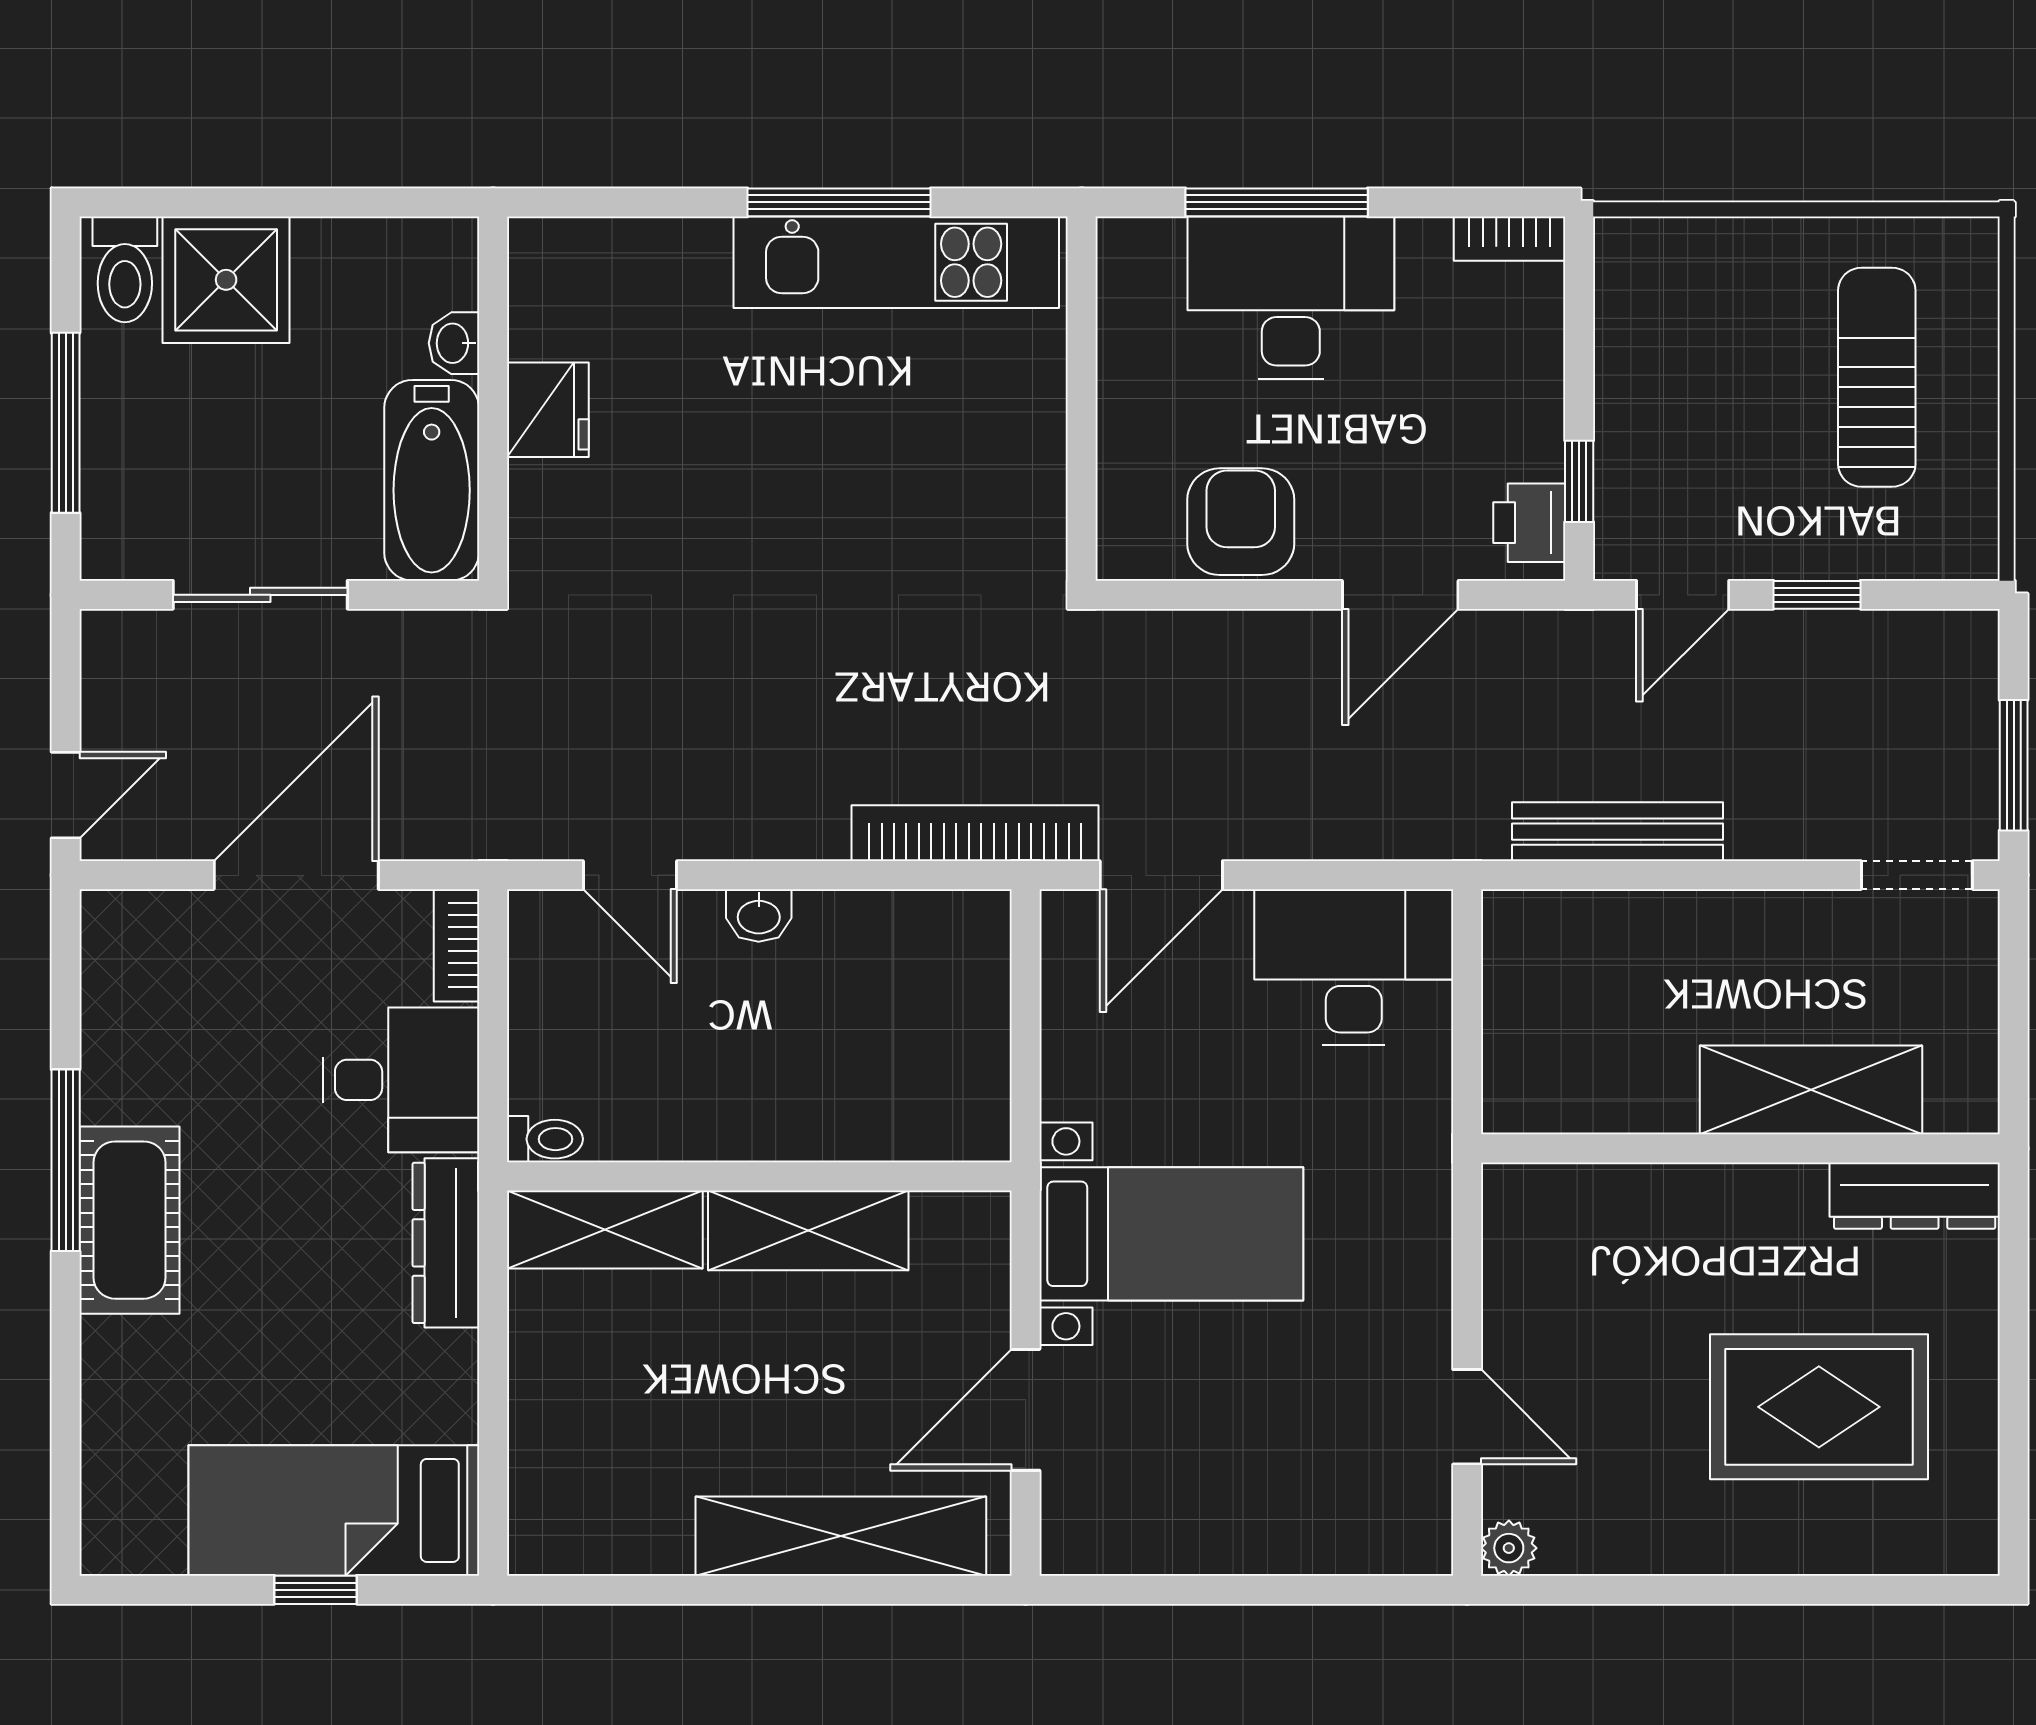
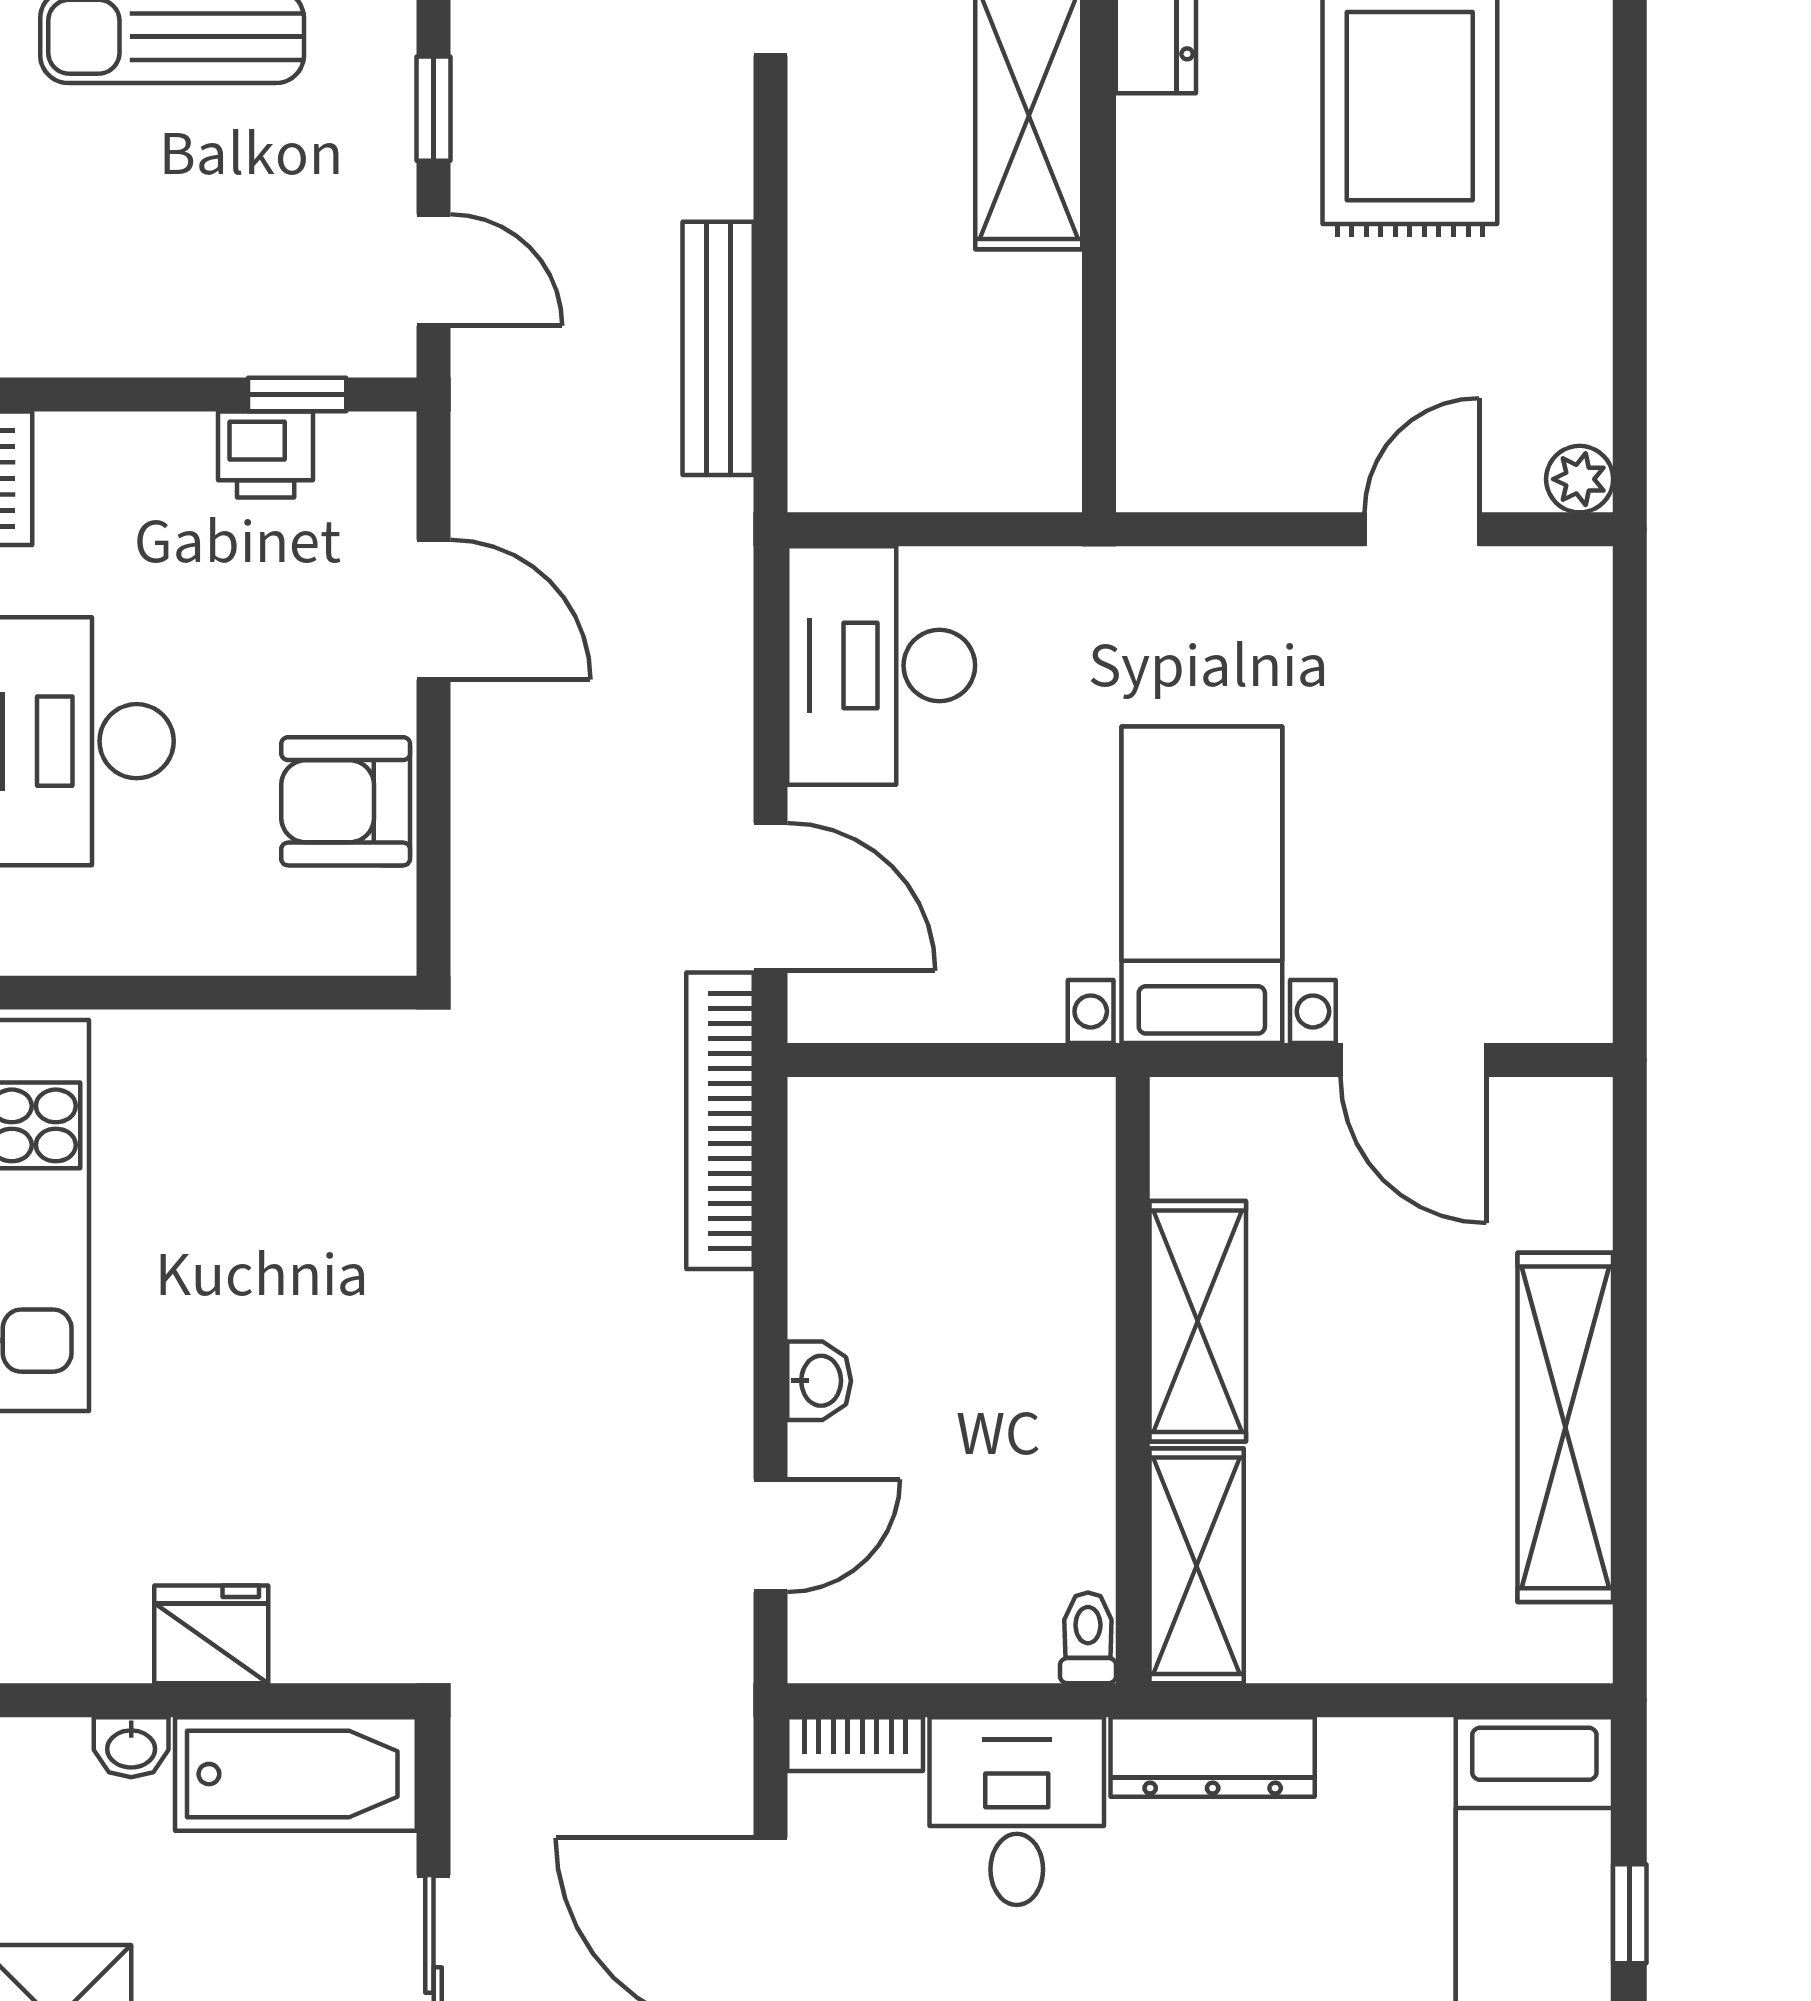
printer: (1529, 523) -> (266, 454), moved
shelving: (841, 1536) -> (1565, 1427), moved

